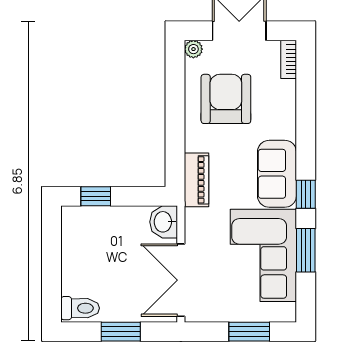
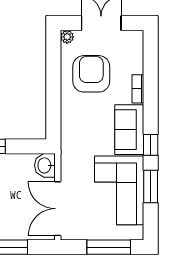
bookcase: (289, 59) -> (138, 89), moved
piano: (196, 180) -> (69, 134), removed
window: (249, 332) -> (109, 247), width x1.44

